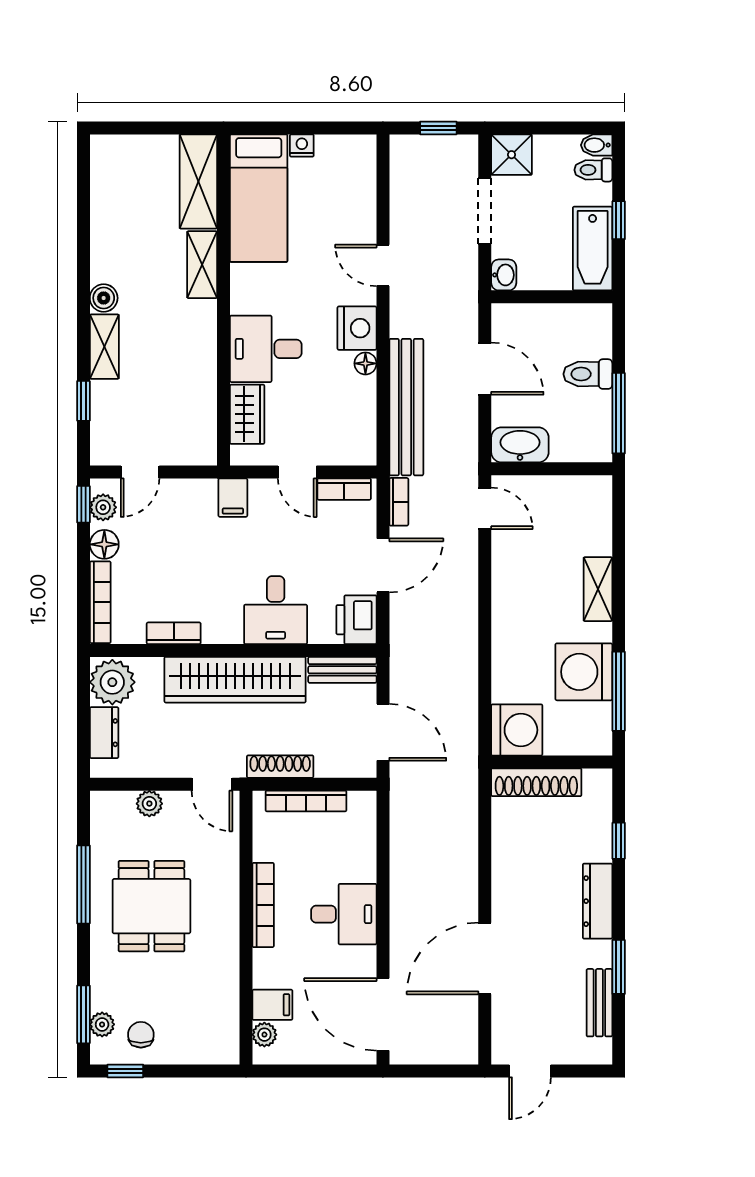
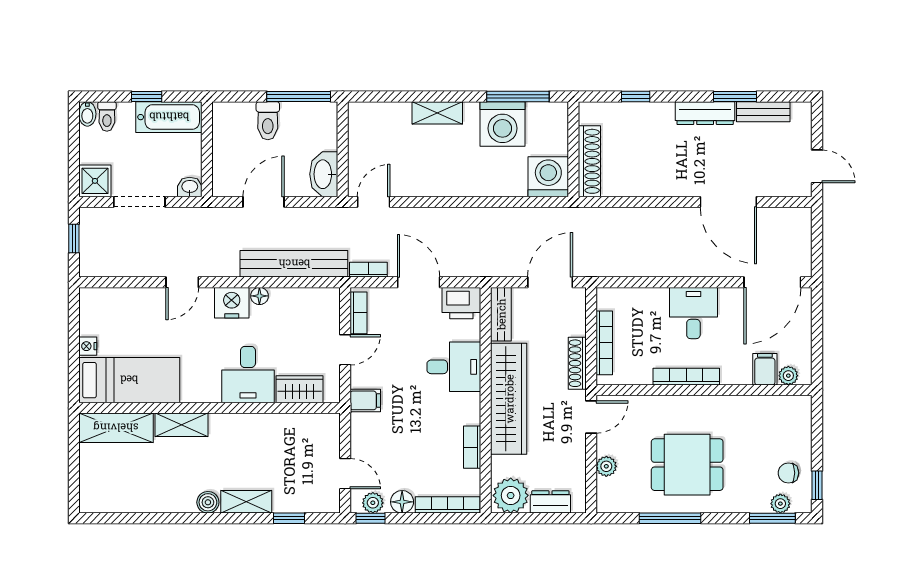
dresser: (598, 901) -> (705, 113), moved

